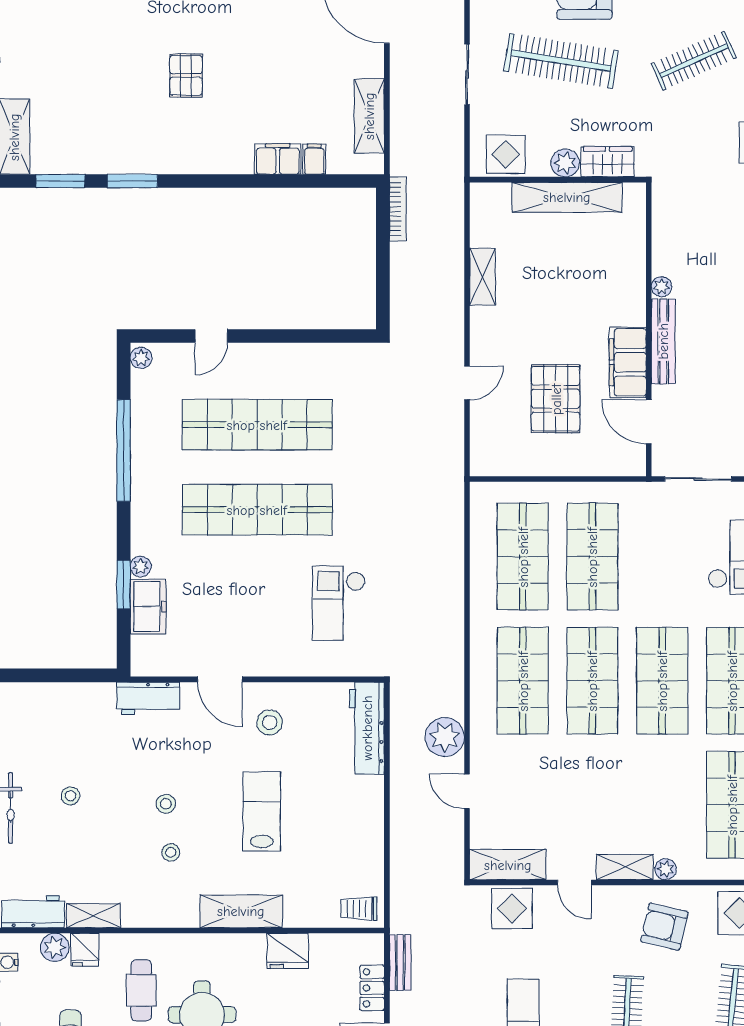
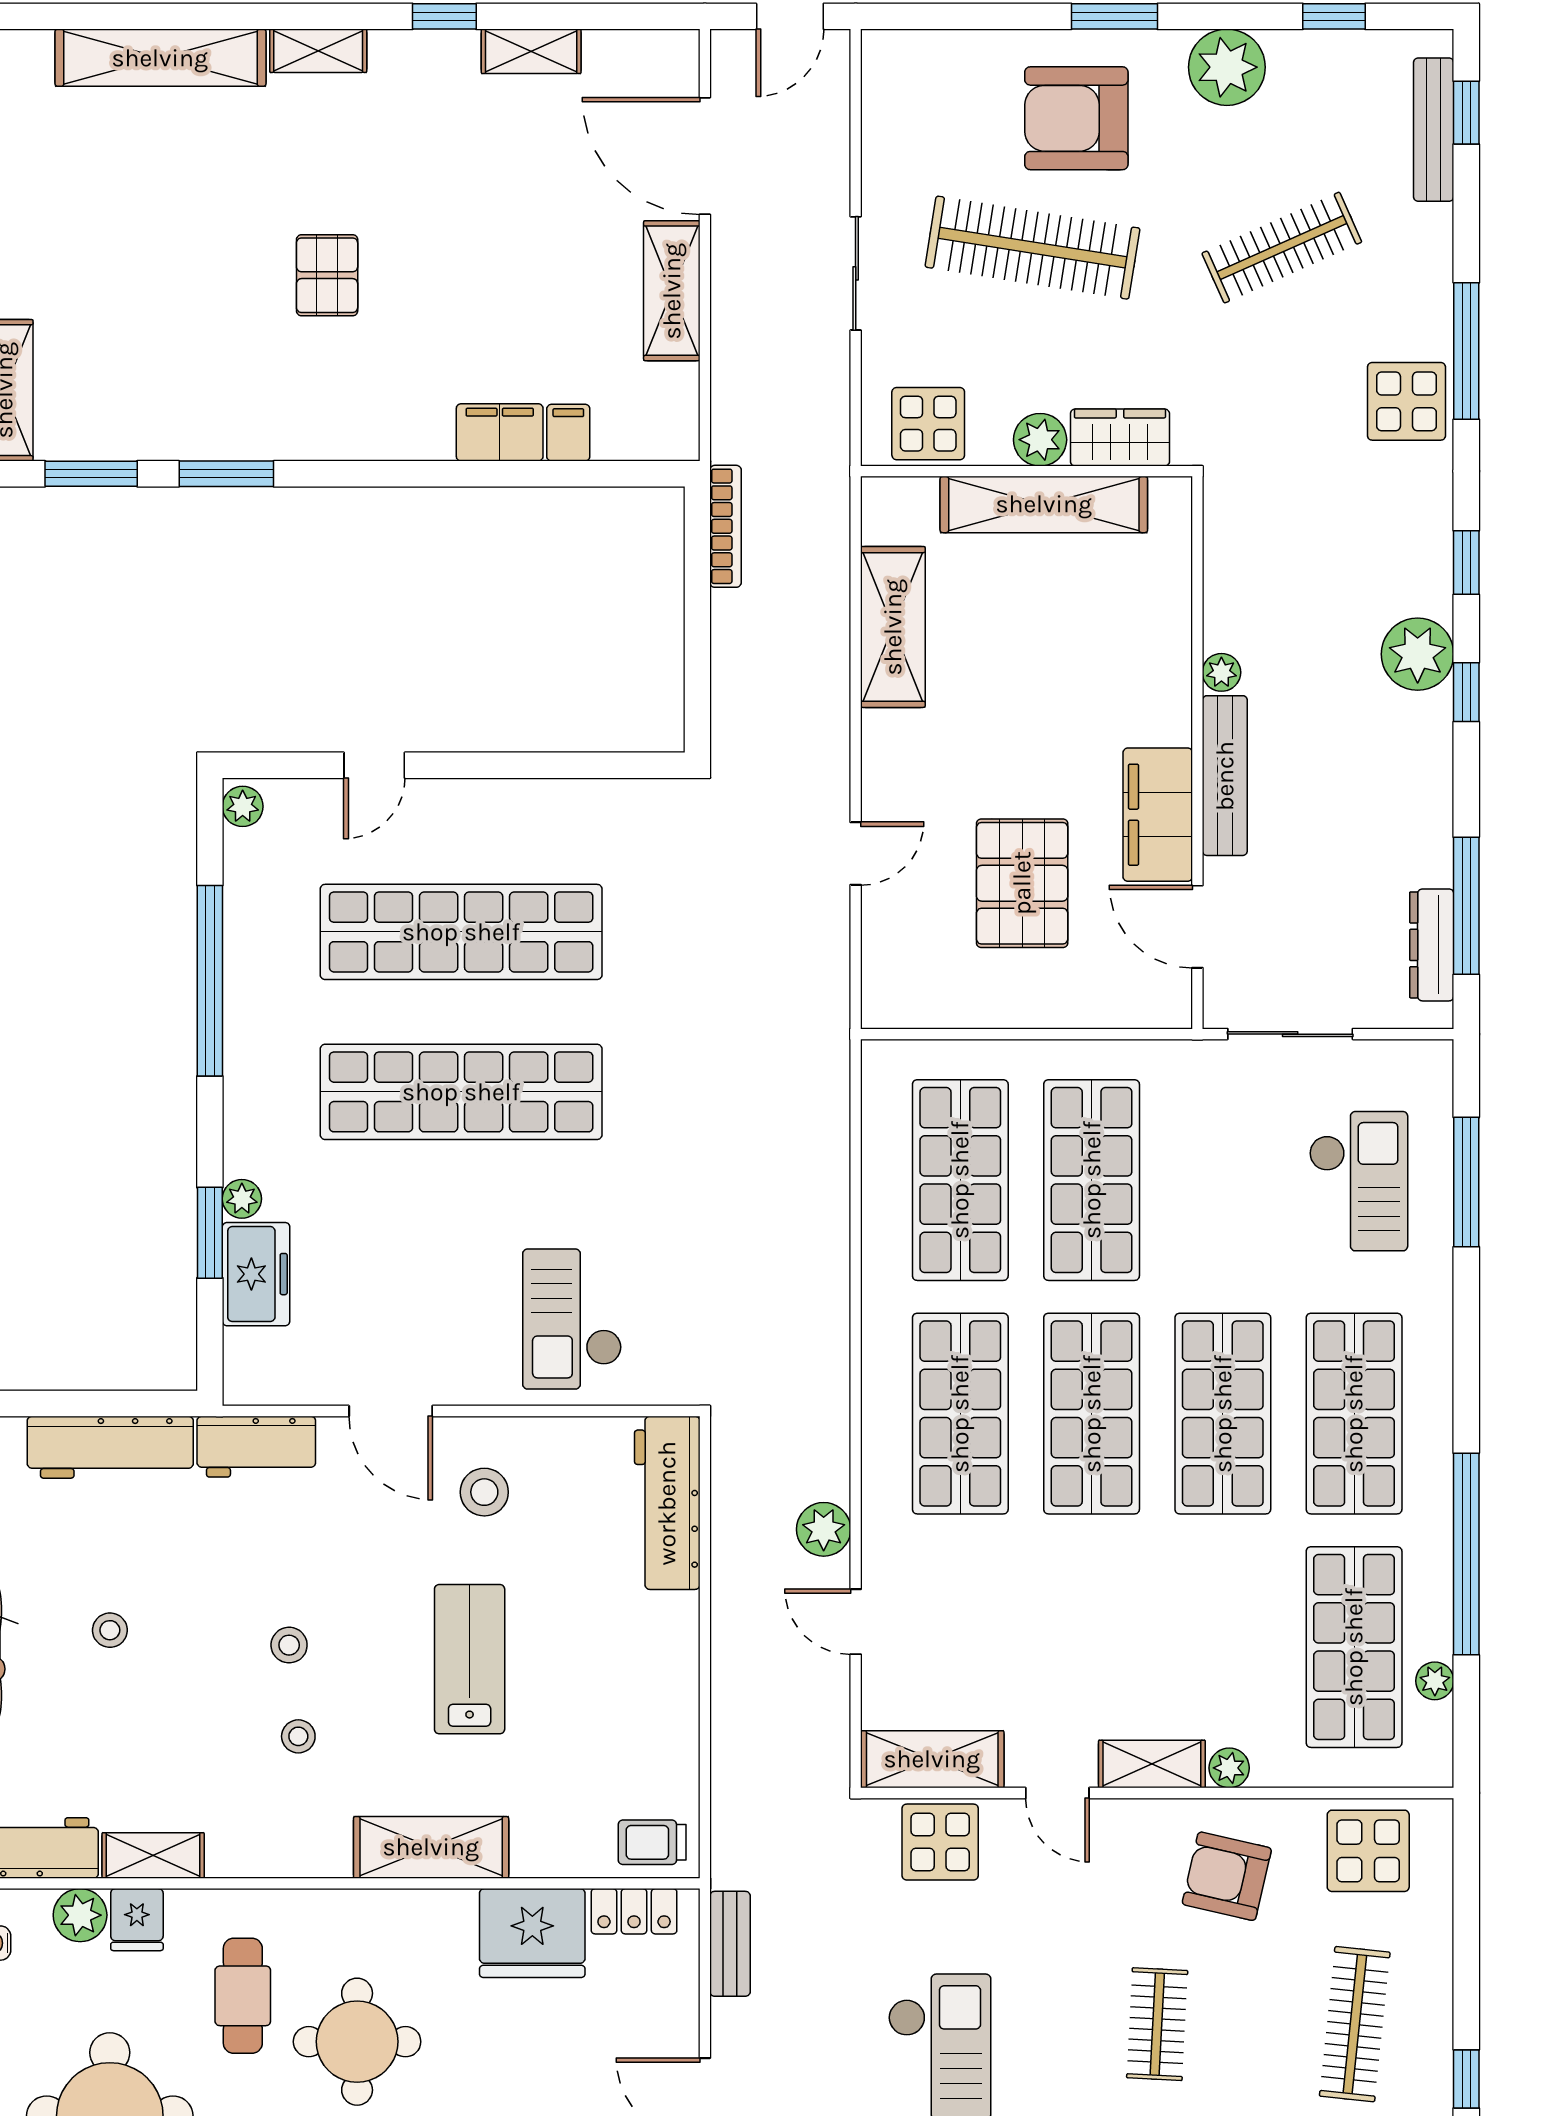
shelving: (369, 116) -> (672, 291), moved
shelving: (483, 277) -> (893, 627), width x1.50, depth x1.33
checkout: (339, 603) -> (572, 1319), moved
workbench: (71, 699) -> (110, 1447), added
plant: (445, 737) -> (824, 1529), width x0.73, depth x0.73
fridge: (288, 951) -> (532, 1933), width x1.36, depth x1.34
locker: (372, 988) -> (634, 1911), moved, turned -90

